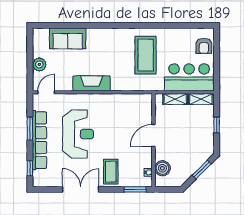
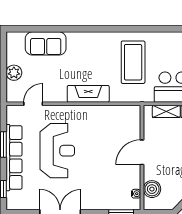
fireplace: (92, 83) -> (88, 94), moved
door: (46, 92) -> (33, 104), moved
coffee table: (111, 172) -> (94, 193), removed

